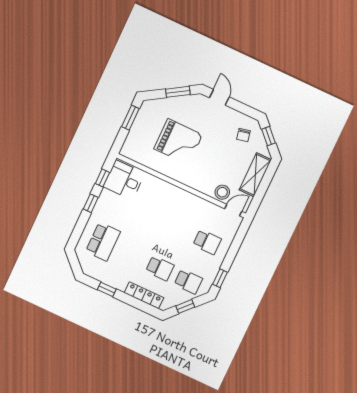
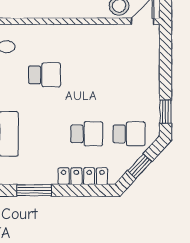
school desk: (207, 242) -> (44, 75), moved
window: (107, 289) -> (34, 190), width x1.50

